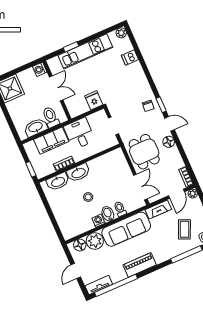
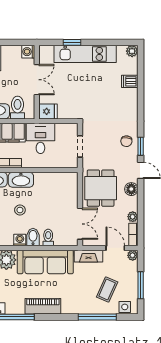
fridge: (94, 100) -> (48, 111), moved, turned 90
plant: (179, 163) -> (133, 217), added
door: (177, 194) -> (115, 248), swing flipped

